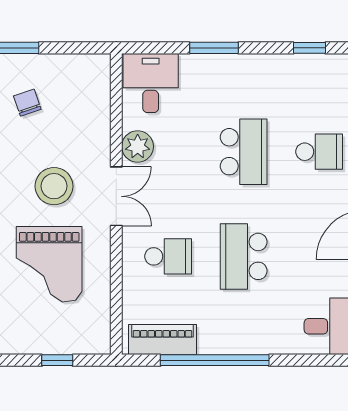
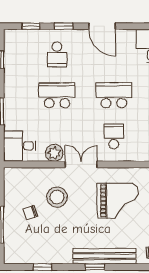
school desk: (319, 152) -> (57, 54), turned 180
stool: (54, 186) -> (57, 197), moved
school desk: (244, 256) -> (114, 95), turned 180

